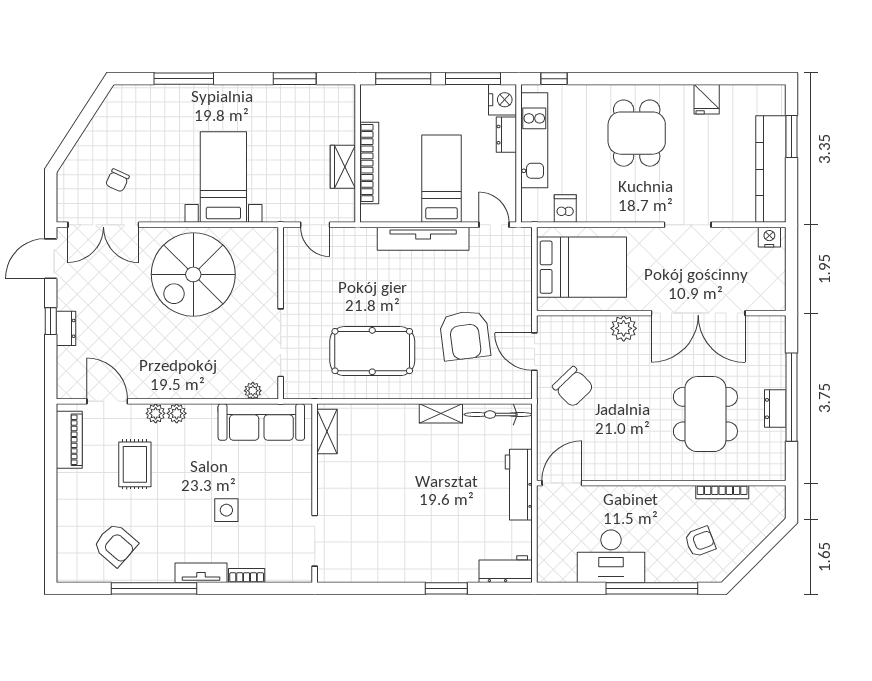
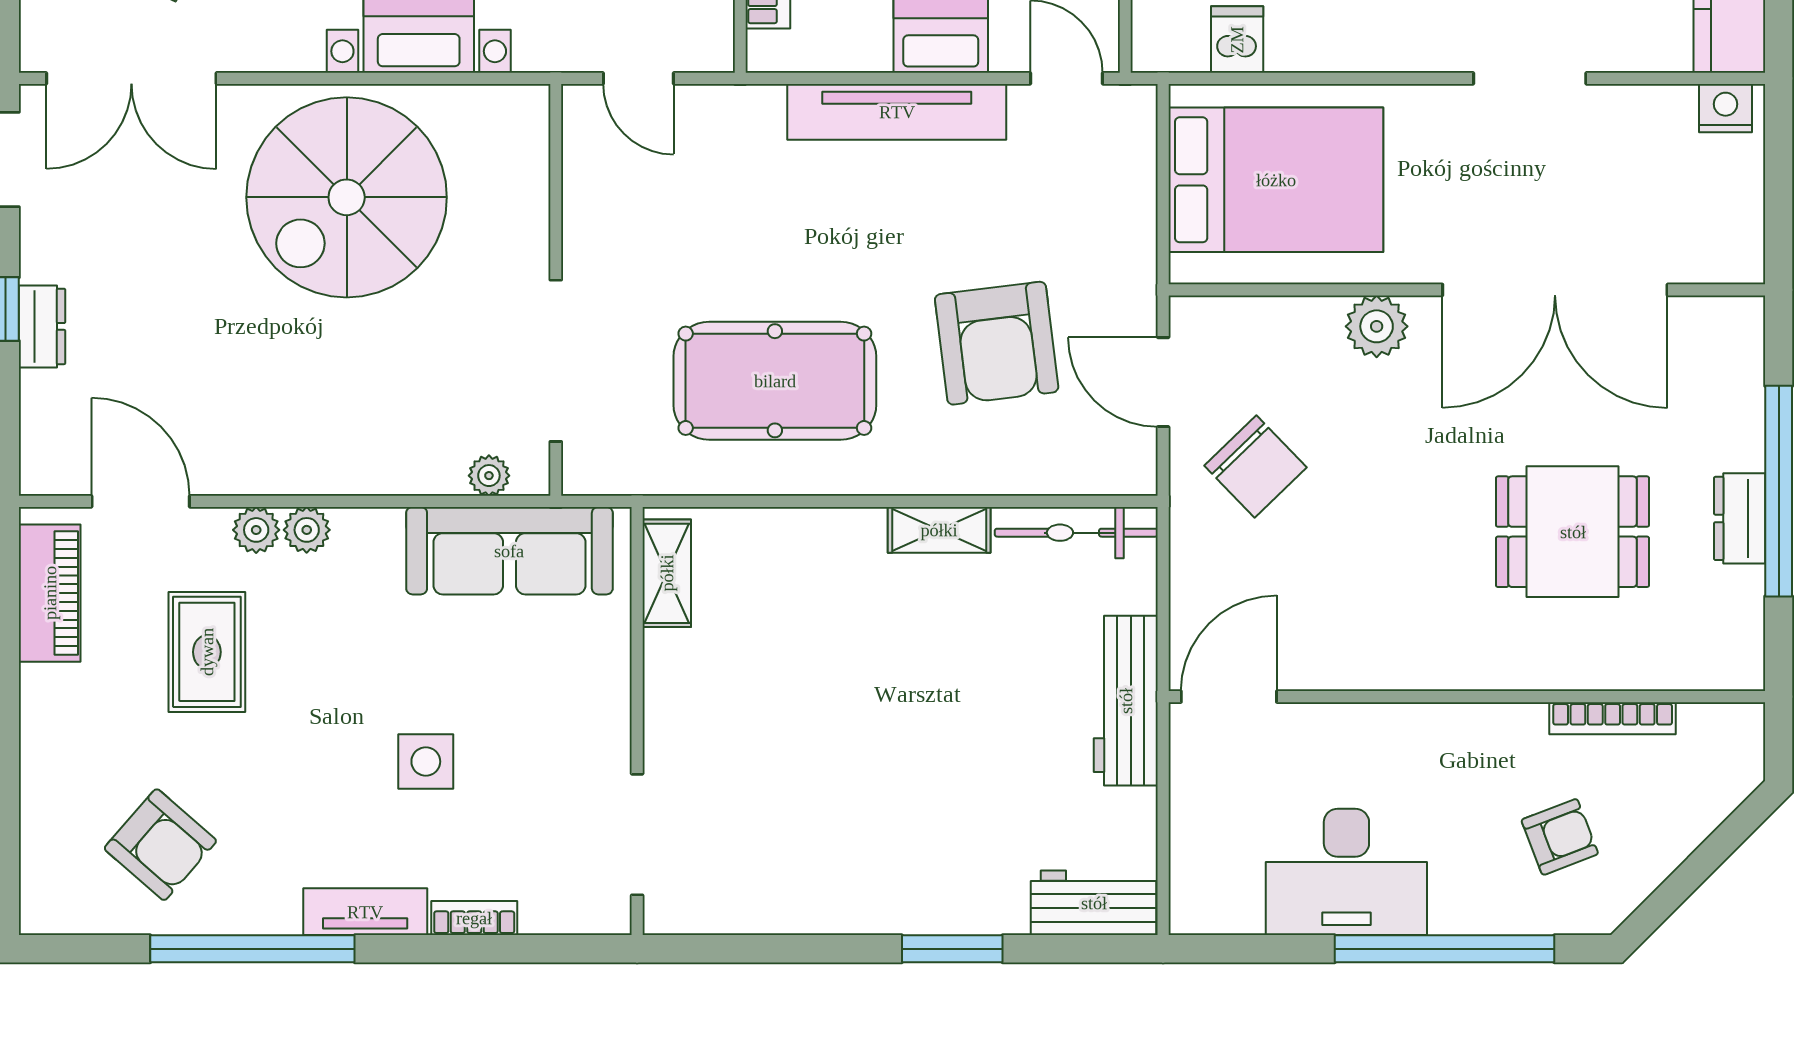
dining table: (705, 414) -> (1573, 532), width x0.73

